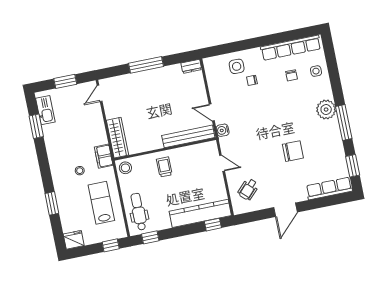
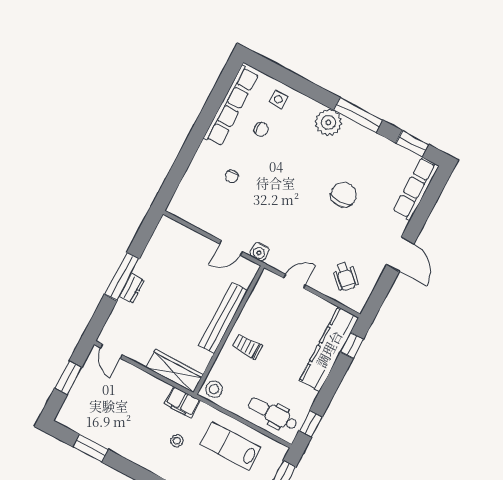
dresser: (191, 66) -> (132, 288), moved
side table: (237, 66) -> (203, 180), removed
kitchen sink: (45, 110) -> (82, 424), removed
bench: (188, 136) -> (223, 318), moved

